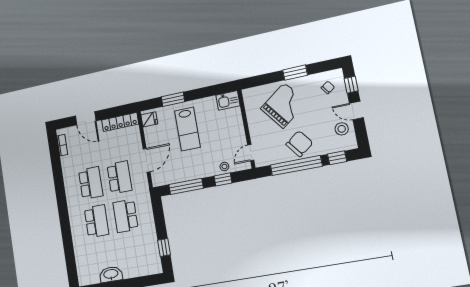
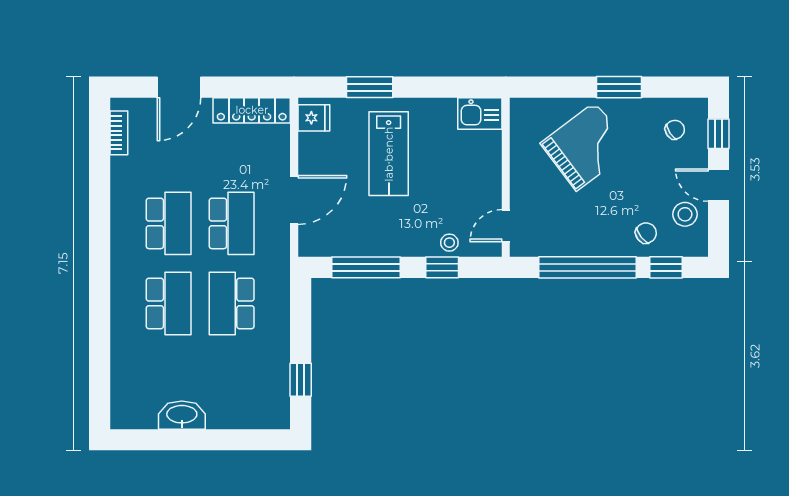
door: (86, 118) -> (179, 87), hinge flipped
chair: (299, 144) -> (646, 233), moved, width x0.54, depth x0.54

